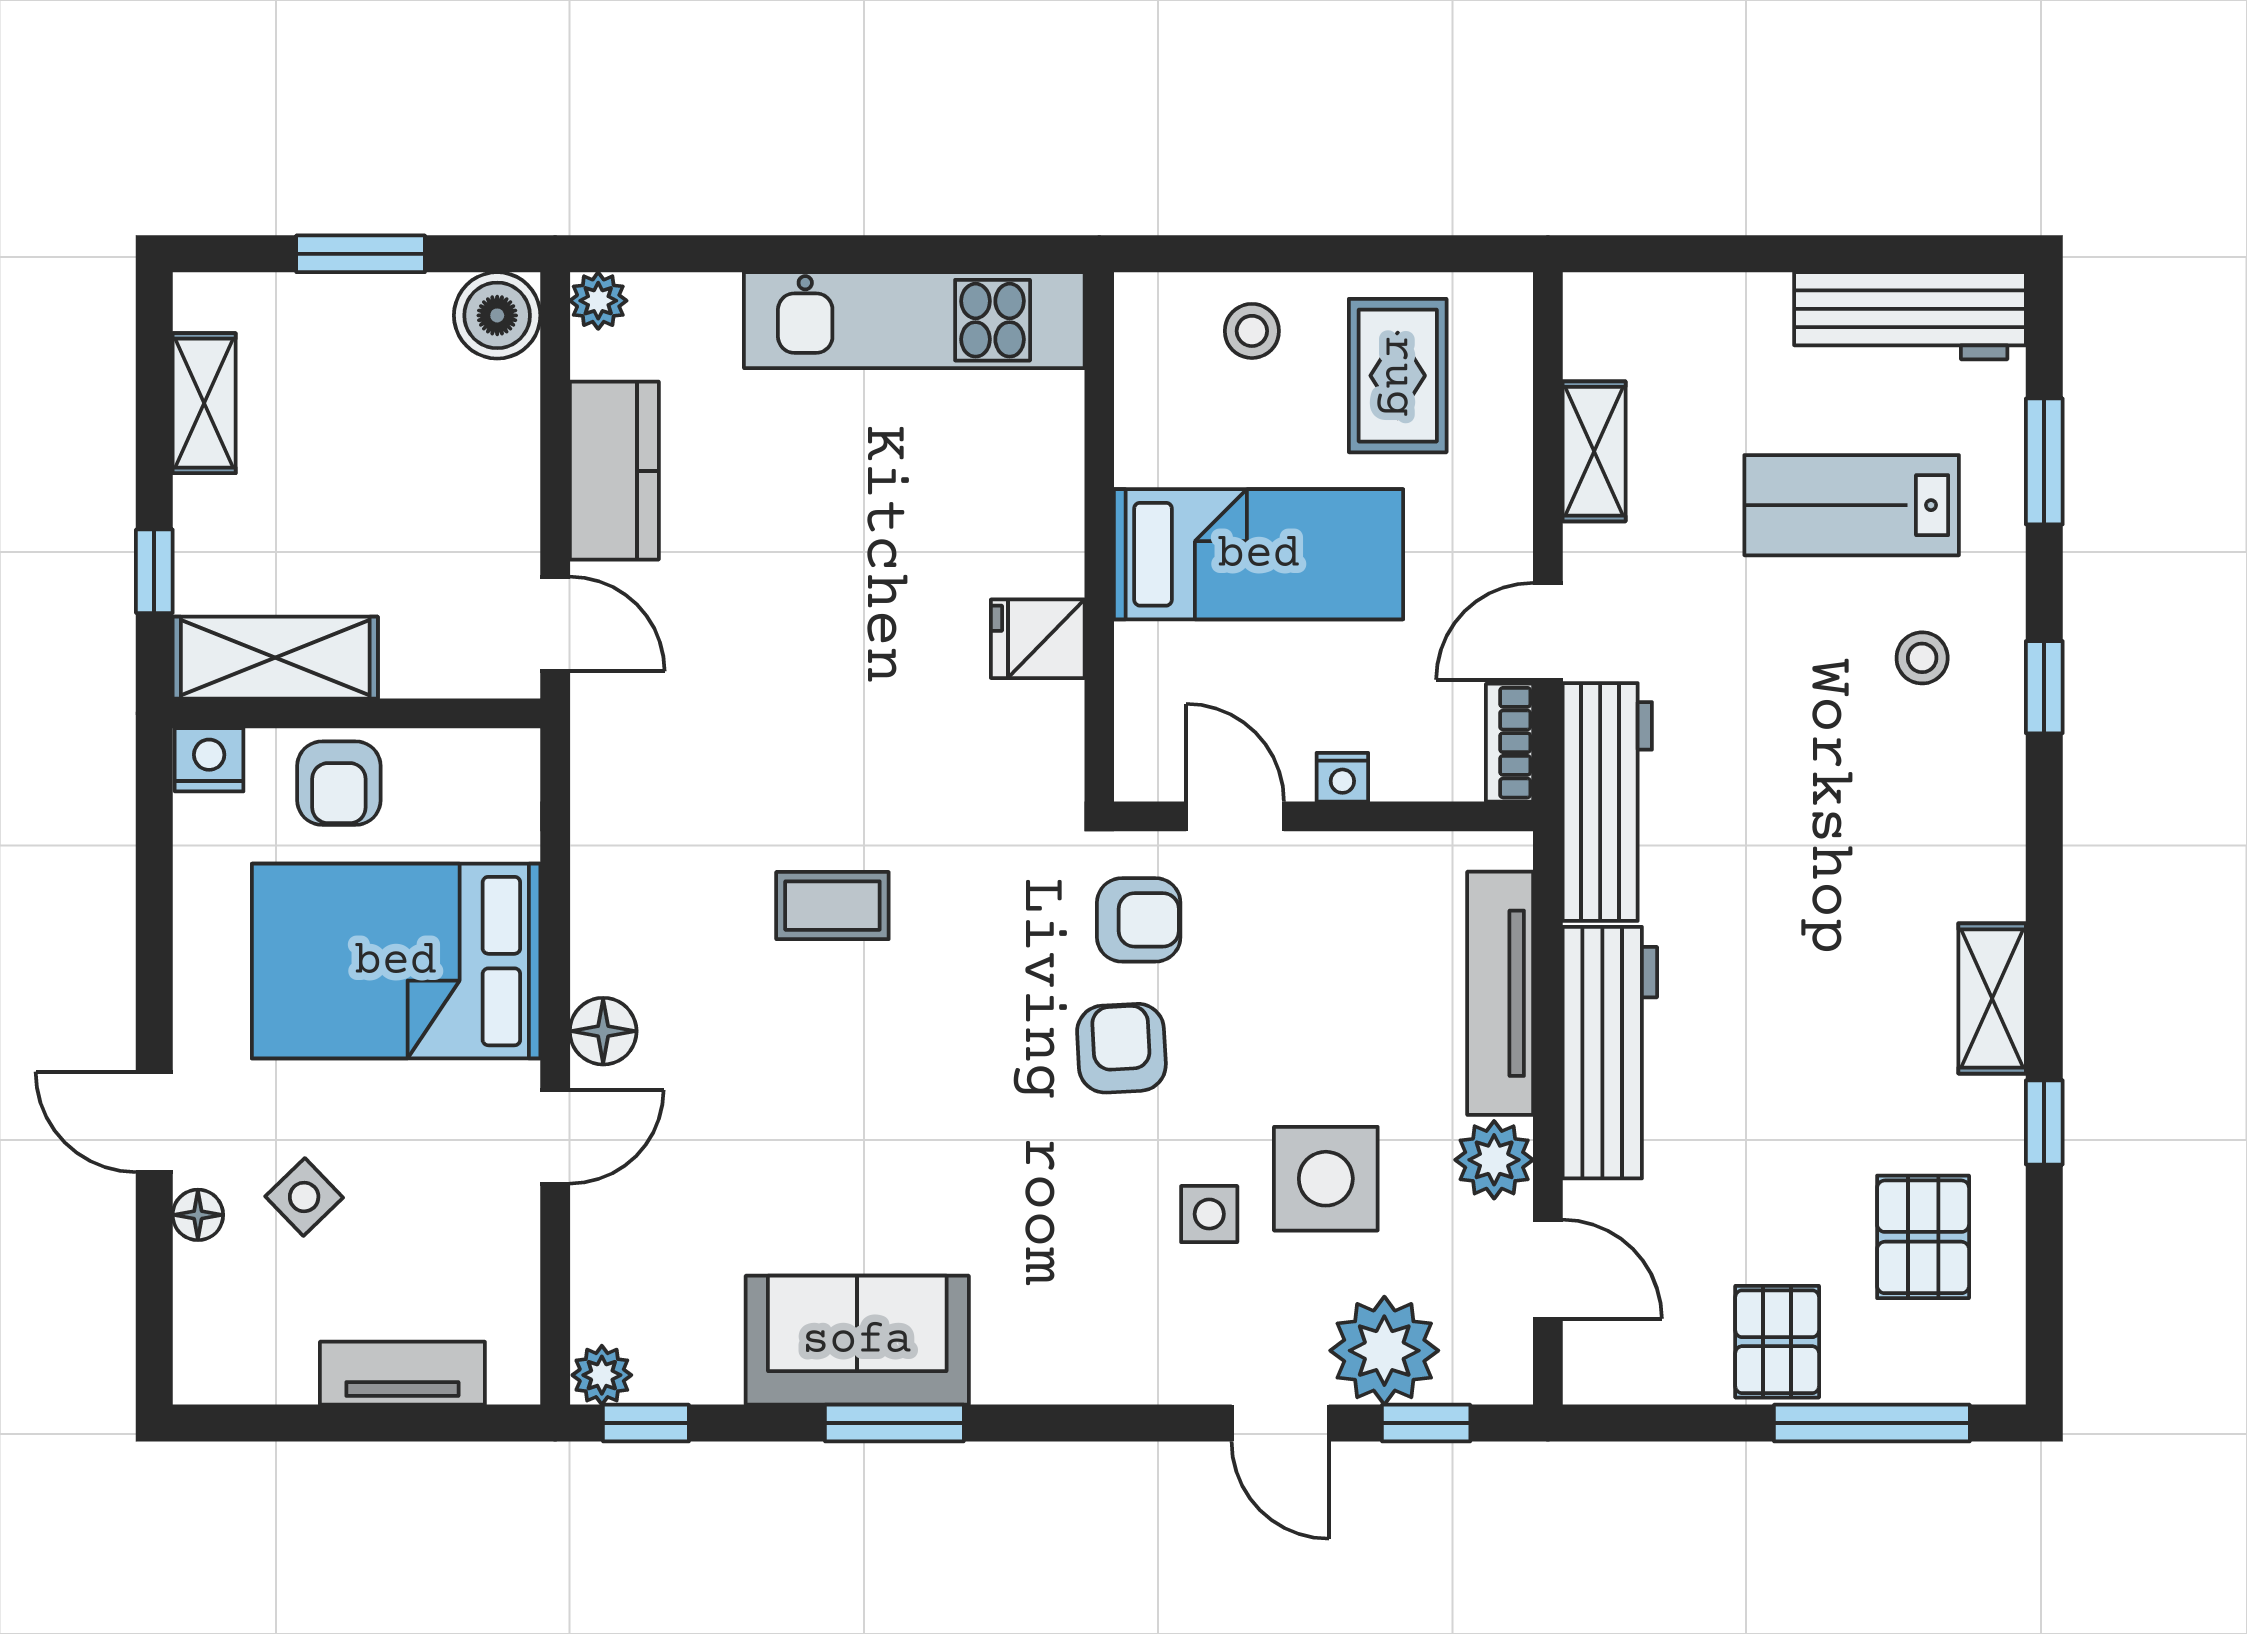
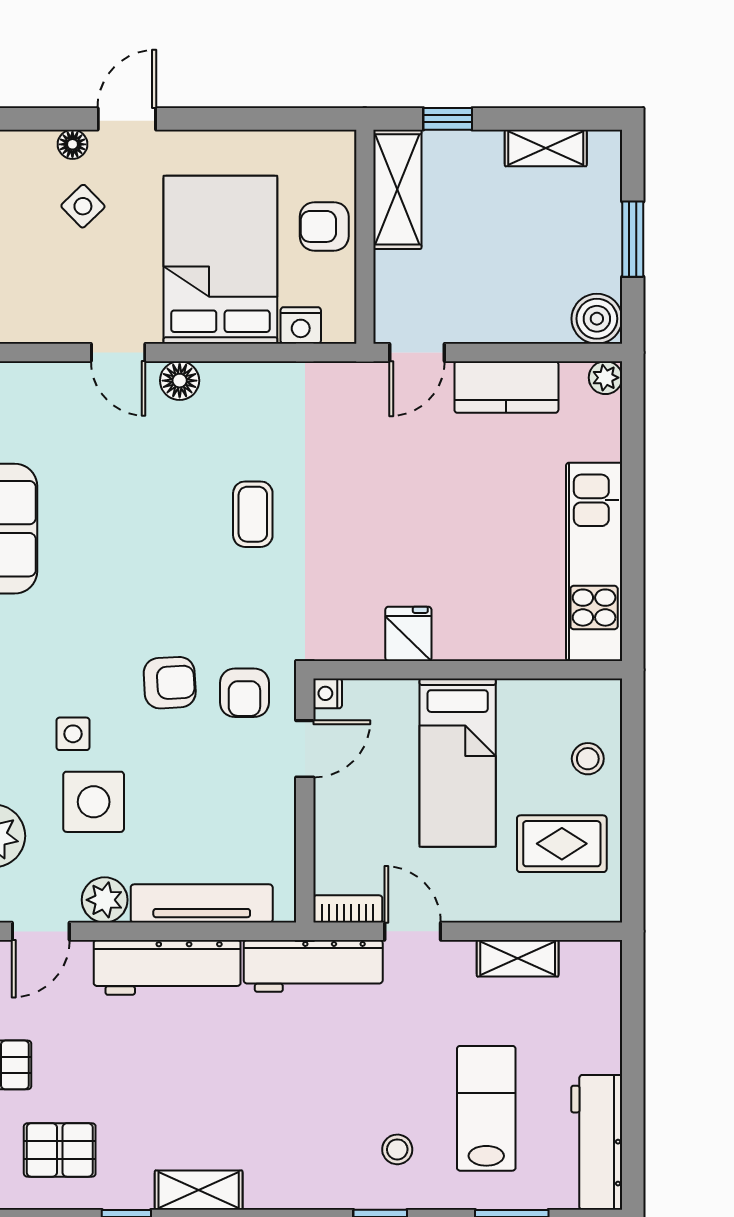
nightstand: (209, 760) -> (301, 325), moved, turned 90
nightstand: (1342, 777) -> (328, 693), moved

